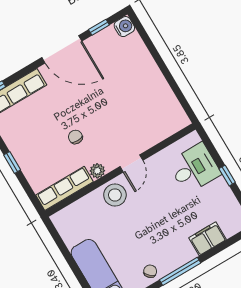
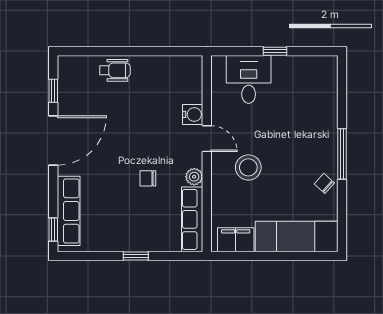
water cooler: (124, 27) -> (193, 114), moved, turned 90
wheelchair: (142, 64) -> (115, 70), added
stool: (115, 195) -> (248, 167), moved
filing cabinet: (208, 239) -> (236, 240), moved, turned 90

